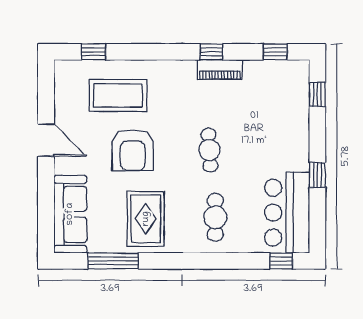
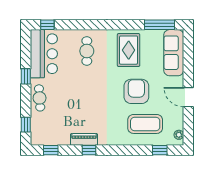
plant: (62, 77) -> (179, 135), added
cafe table: (209, 150) -> (40, 98), moved
window: (113, 261) -> (160, 25), moved

